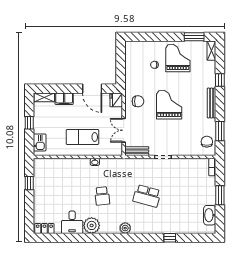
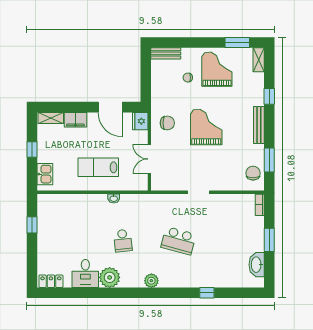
bench: (137, 151) -> (166, 53), moved

